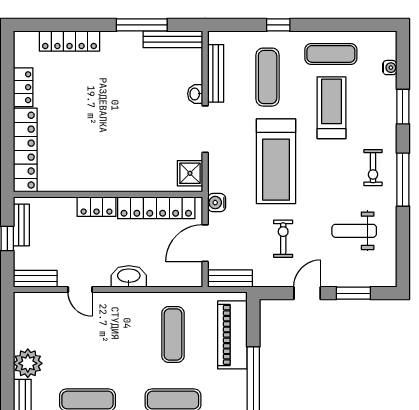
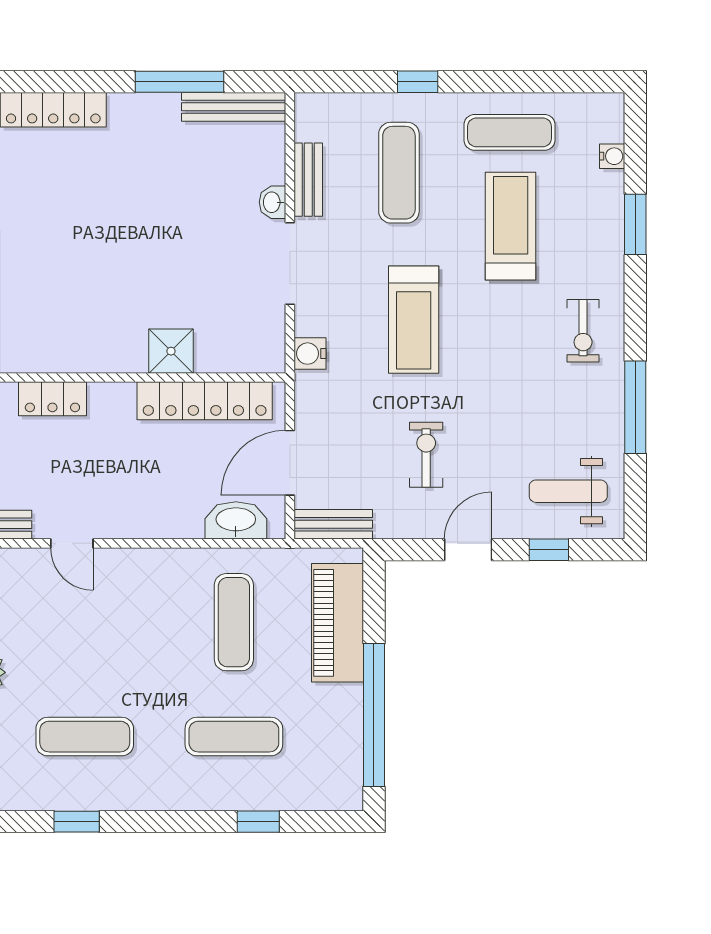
bench: (216, 73) -> (308, 180), width x0.73
treadmill: (276, 161) -> (414, 320), width x0.73, depth x0.73
shower: (190, 173) -> (171, 351), moved
window: (403, 180) -> (635, 407), moved
water cooler: (217, 203) -> (310, 354), moved
locker: (97, 207) -> (52, 399), moved
weight bench: (354, 231) -> (568, 491), moved
washbasin: (129, 276) -> (236, 520), moved
window: (353, 293) -> (549, 550), width x0.67

